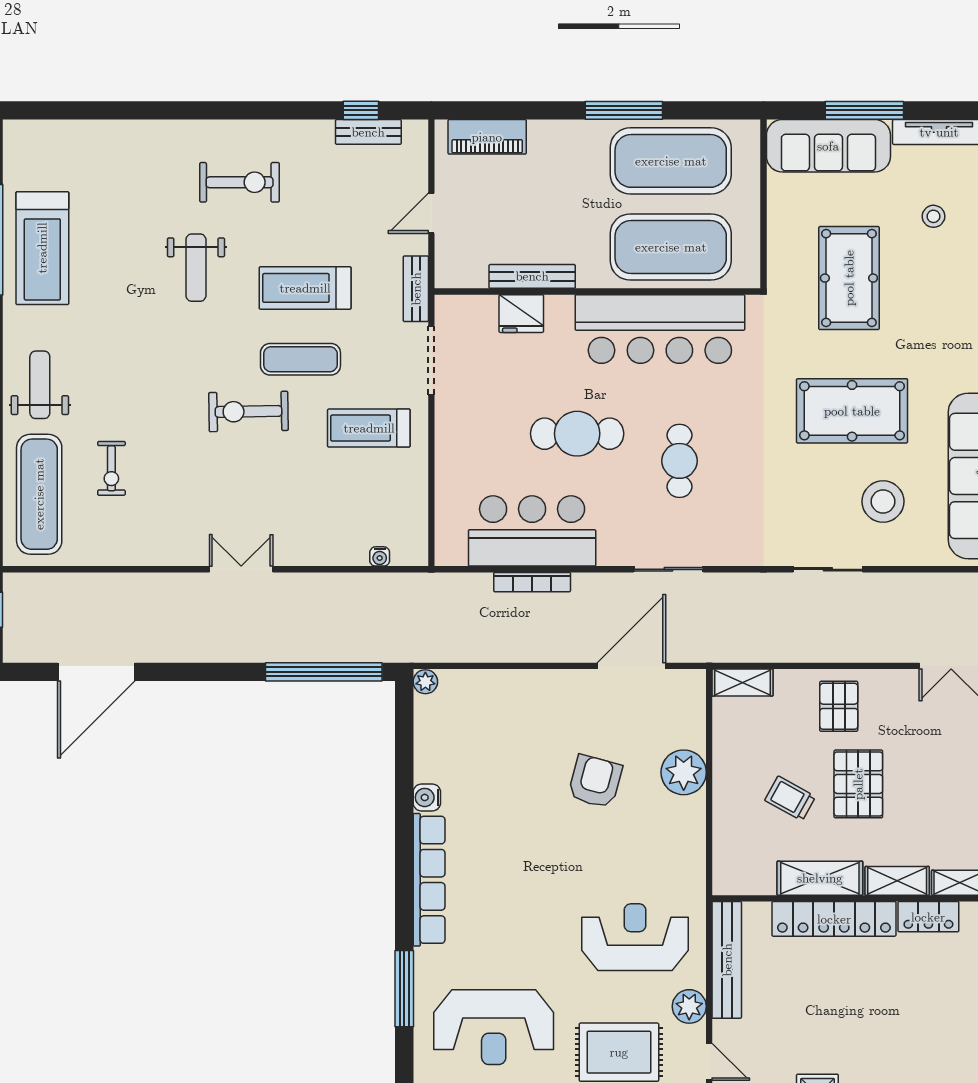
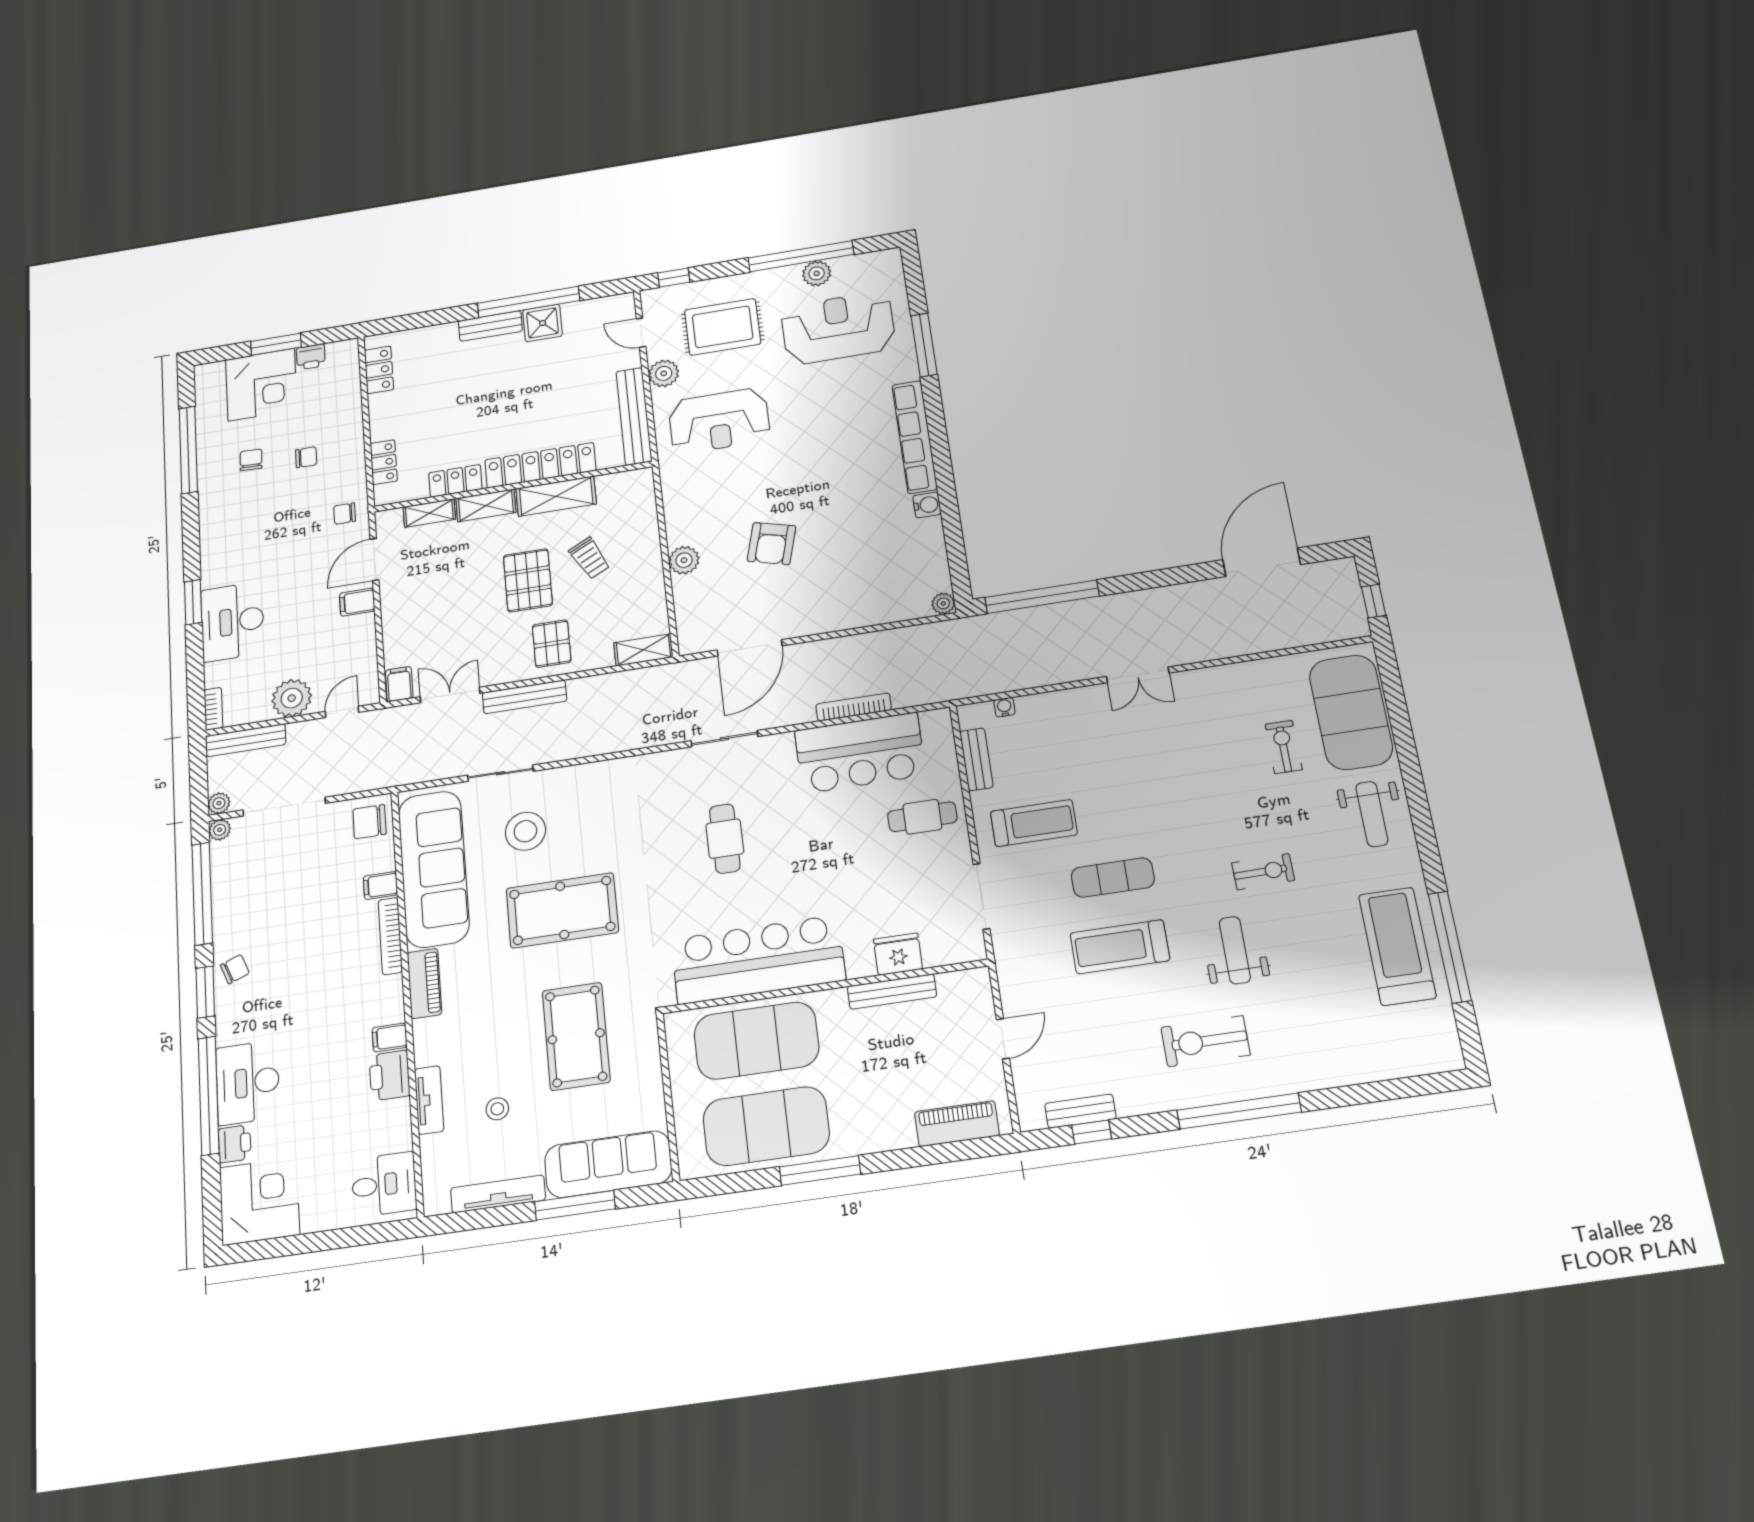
window: (220, 110) -> (1239, 1111), added
treadmill: (305, 288) -> (1120, 947), turned 180
bench: (416, 289) -> (976, 759), moved
exercise bike: (248, 411) -> (1263, 872), moved, width x0.73, depth x0.72
cafe table: (577, 434) -> (922, 817), moved, width x0.73, depth x0.74
exercise mat: (39, 494) -> (1351, 712), width x1.47
sliding door: (828, 569) -> (500, 773), moved
bench: (872, 650) -> (524, 697), added
plant: (684, 772) -> (684, 560), width x0.73, depth x0.73
trolley: (790, 798) -> (590, 558), turned 34

